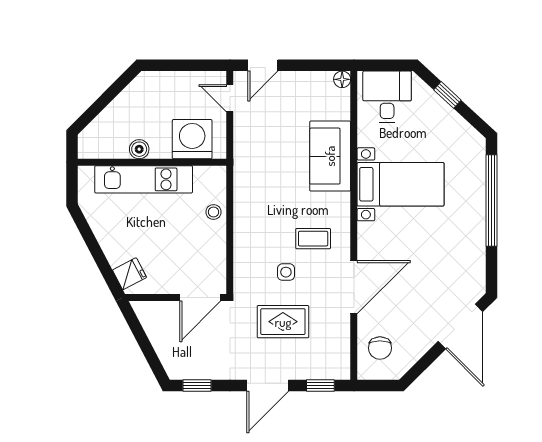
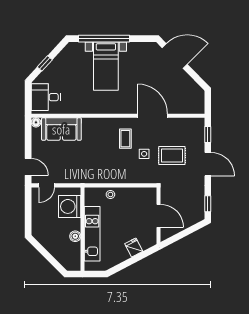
sofa: (330, 156) -> (61, 129), moved
bed with nightstands: (401, 184) -> (106, 66), moved, turned 180
fridge: (129, 274) -> (134, 248), moved
door: (200, 298) -> (158, 216), moved
rug: (283, 322) -> (172, 156), turned 90
chair: (380, 348) -> (187, 101), removed

